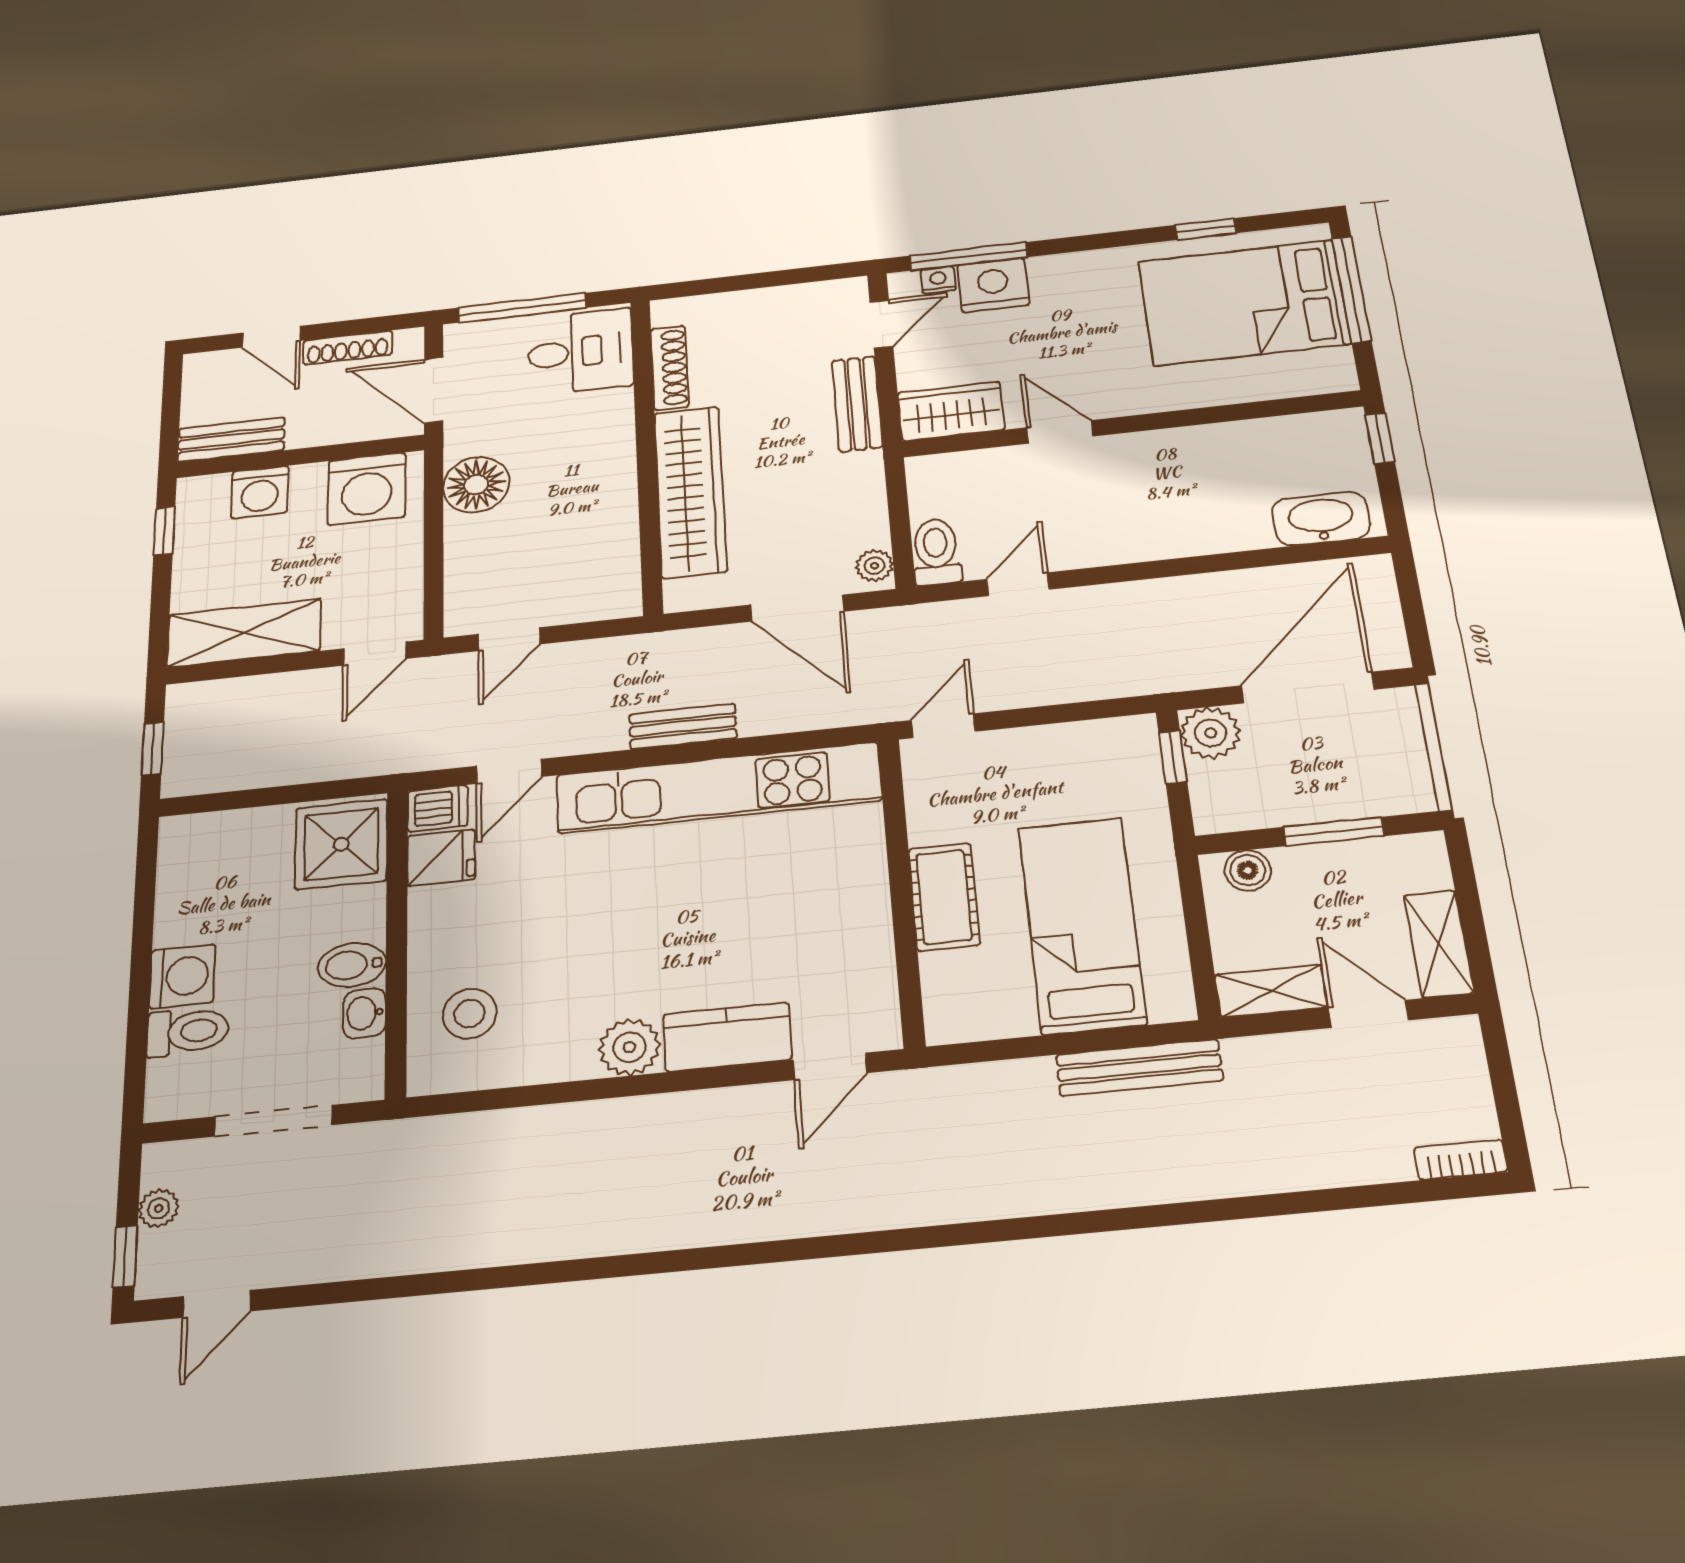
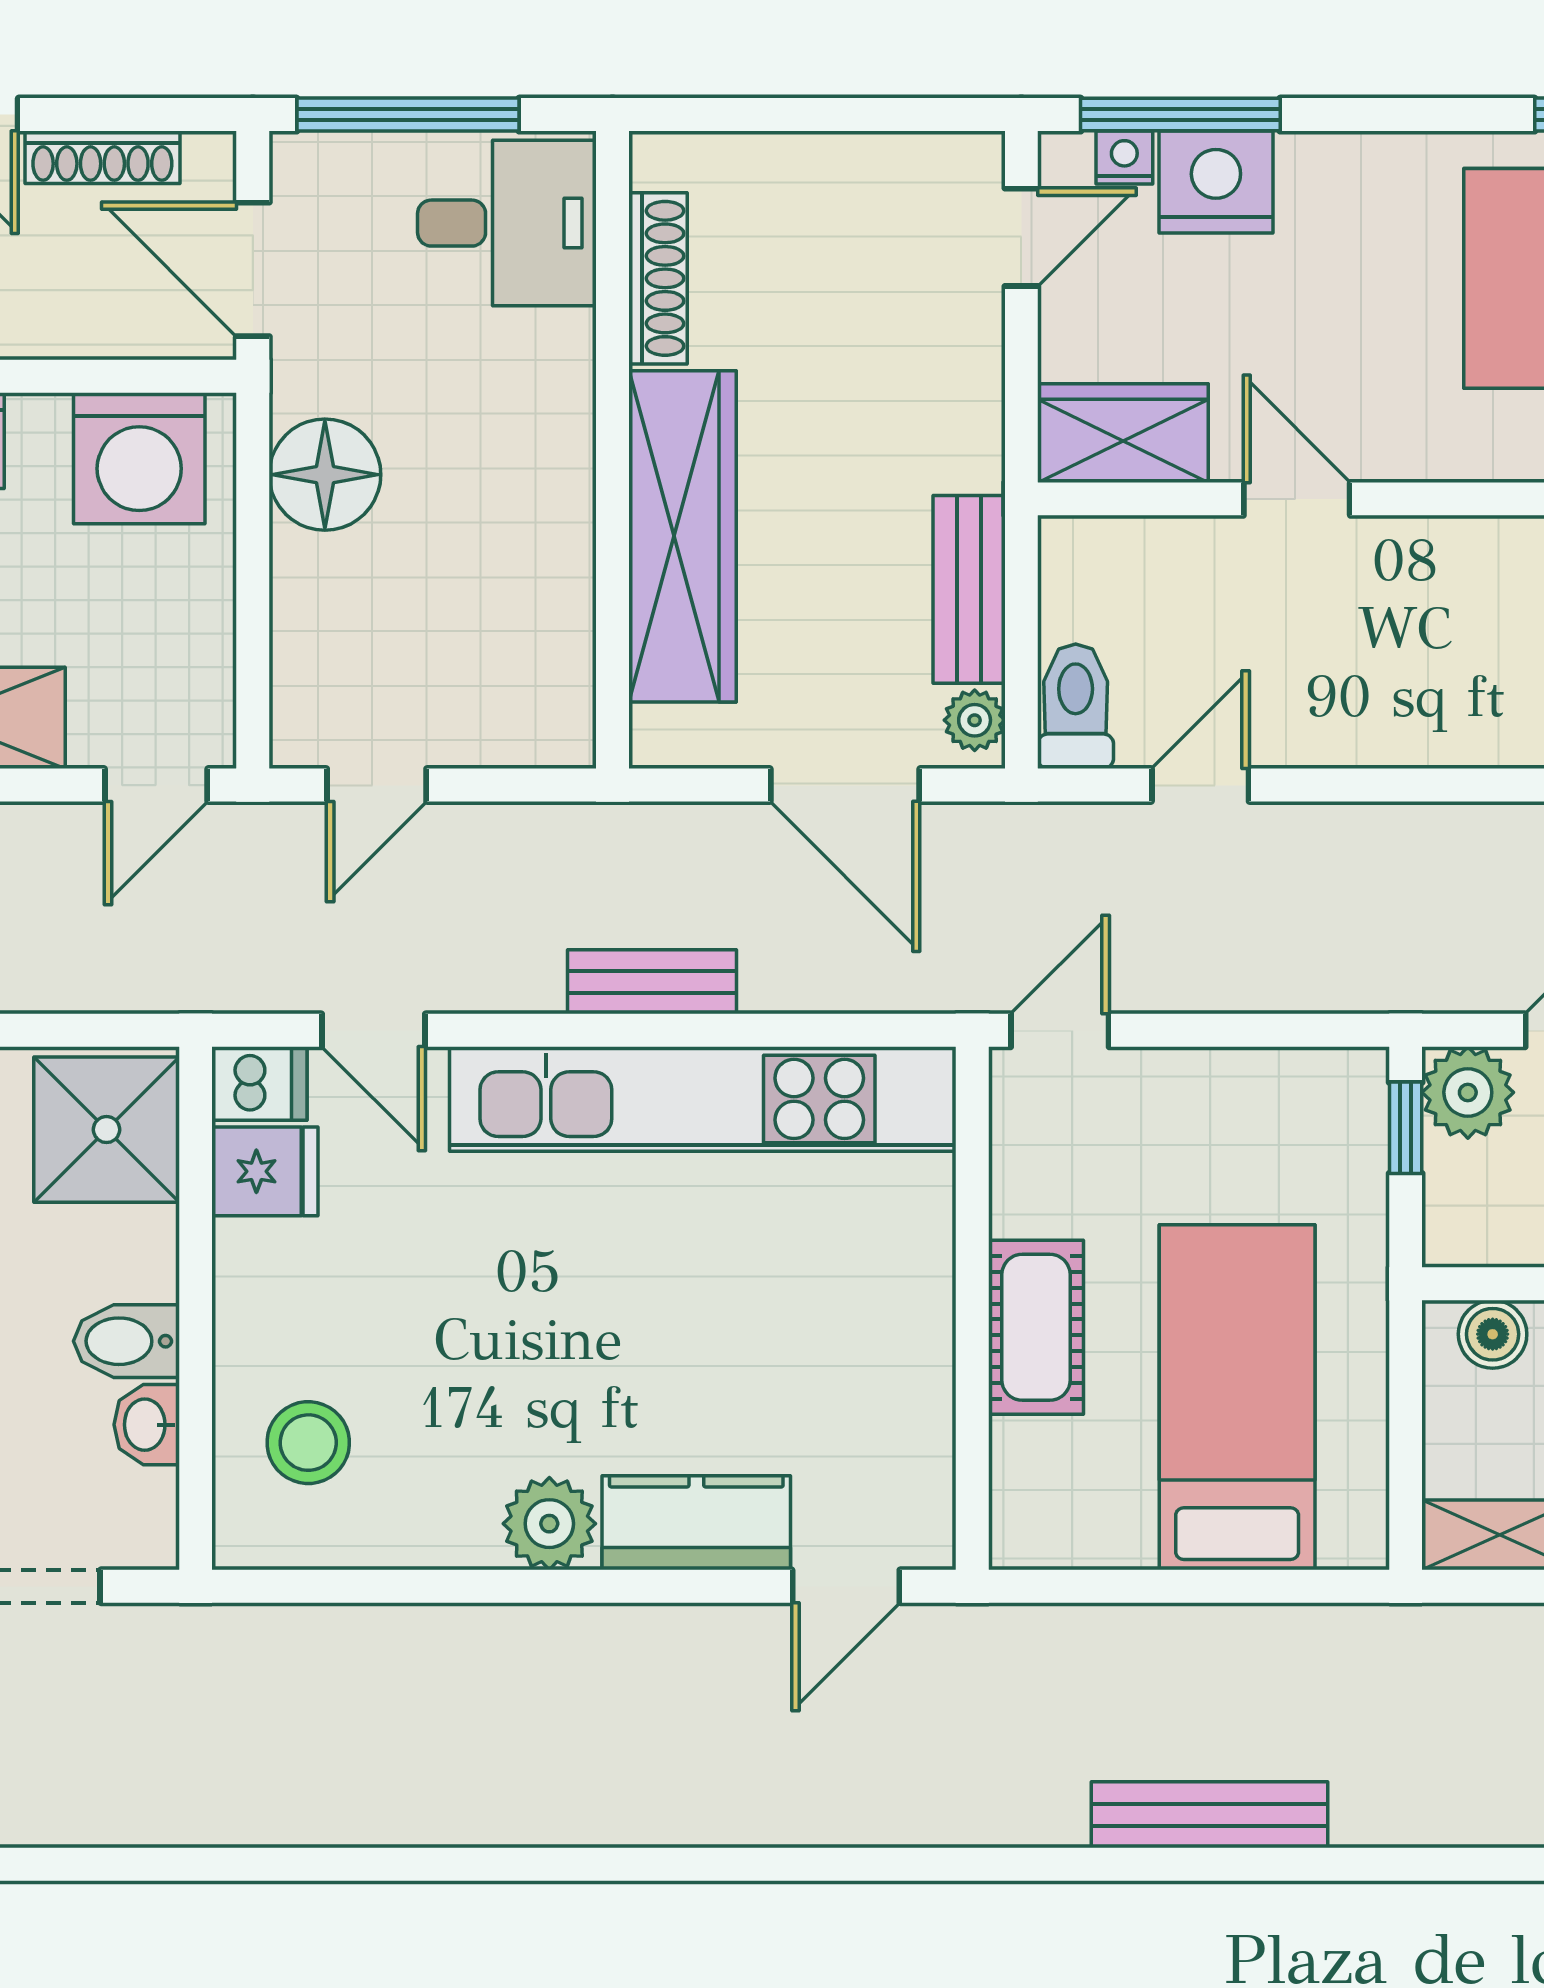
bench: (857, 404) -> (969, 589), moved
door: (509, 771) -> (374, 1030), hinge flipped
bench: (1139, 1068) -> (1209, 1815), moved

